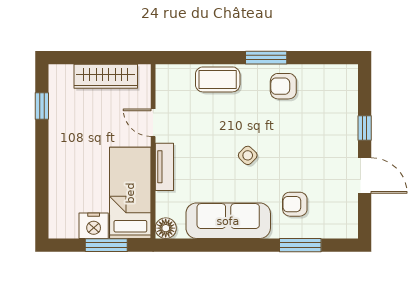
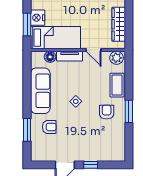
plant: (168, 80) -> (117, 58), added
armchair: (283, 86) -> (107, 112), moved
door: (153, 123) -> (93, 50), swing flipped
armchair: (295, 204) -> (49, 127), turned 90
floor lamp: (166, 228) -> (50, 57), moved

